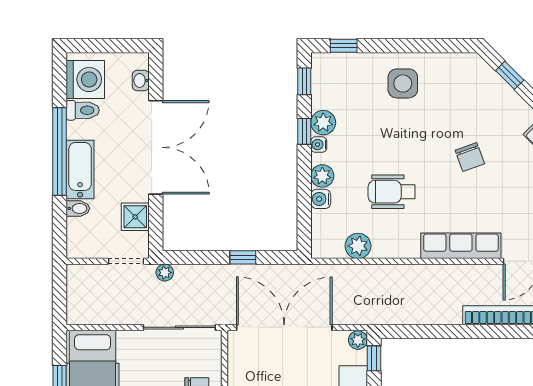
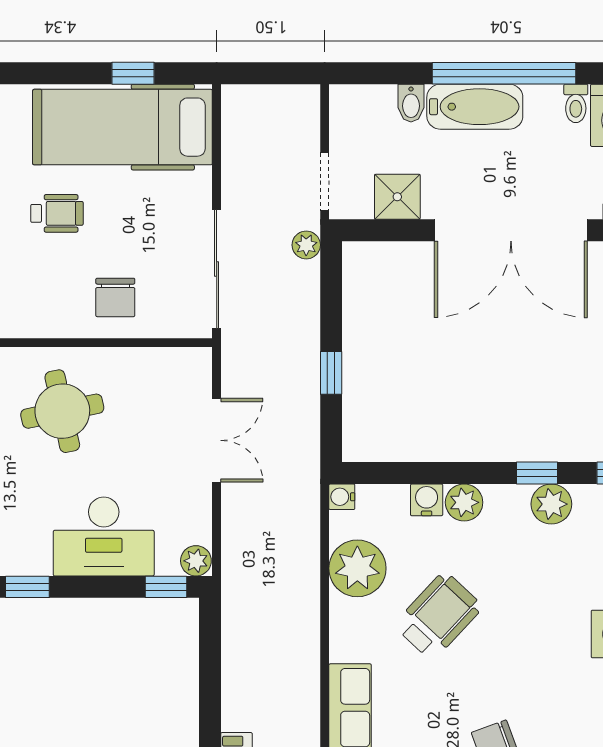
toilet: (83, 110) -> (576, 103), width x0.73, depth x0.72
water cooler: (319, 145) -> (342, 497), moved, turned -90
wheelchair: (392, 192) -> (438, 616), turned 43
plant: (358, 246) -> (357, 568), width x1.36, depth x1.36
double door: (284, 327) -> (217, 440), width x0.54

